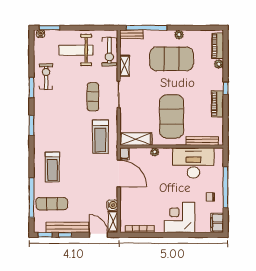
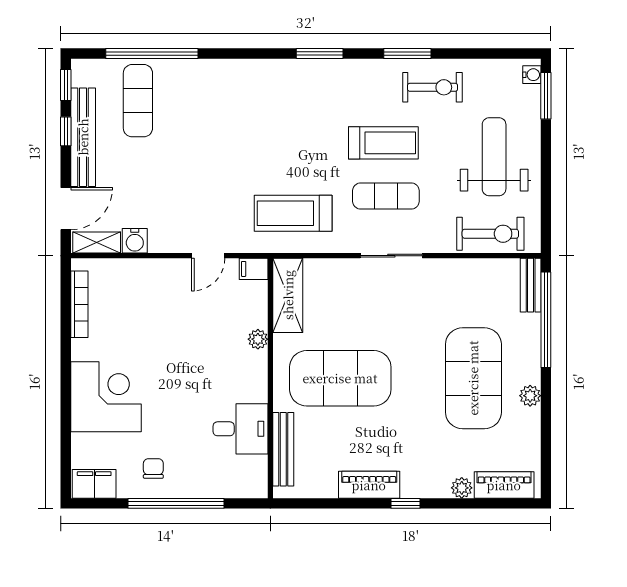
exercise bike: (109, 52) -> (490, 234), turned 180
shelving: (125, 66) -> (457, 269), removed
desk: (193, 163) -> (241, 429), width x0.53, depth x0.77
treadmill: (52, 167) -> (383, 143), moved, turned 180
door: (119, 173) -> (208, 256), width x0.53

